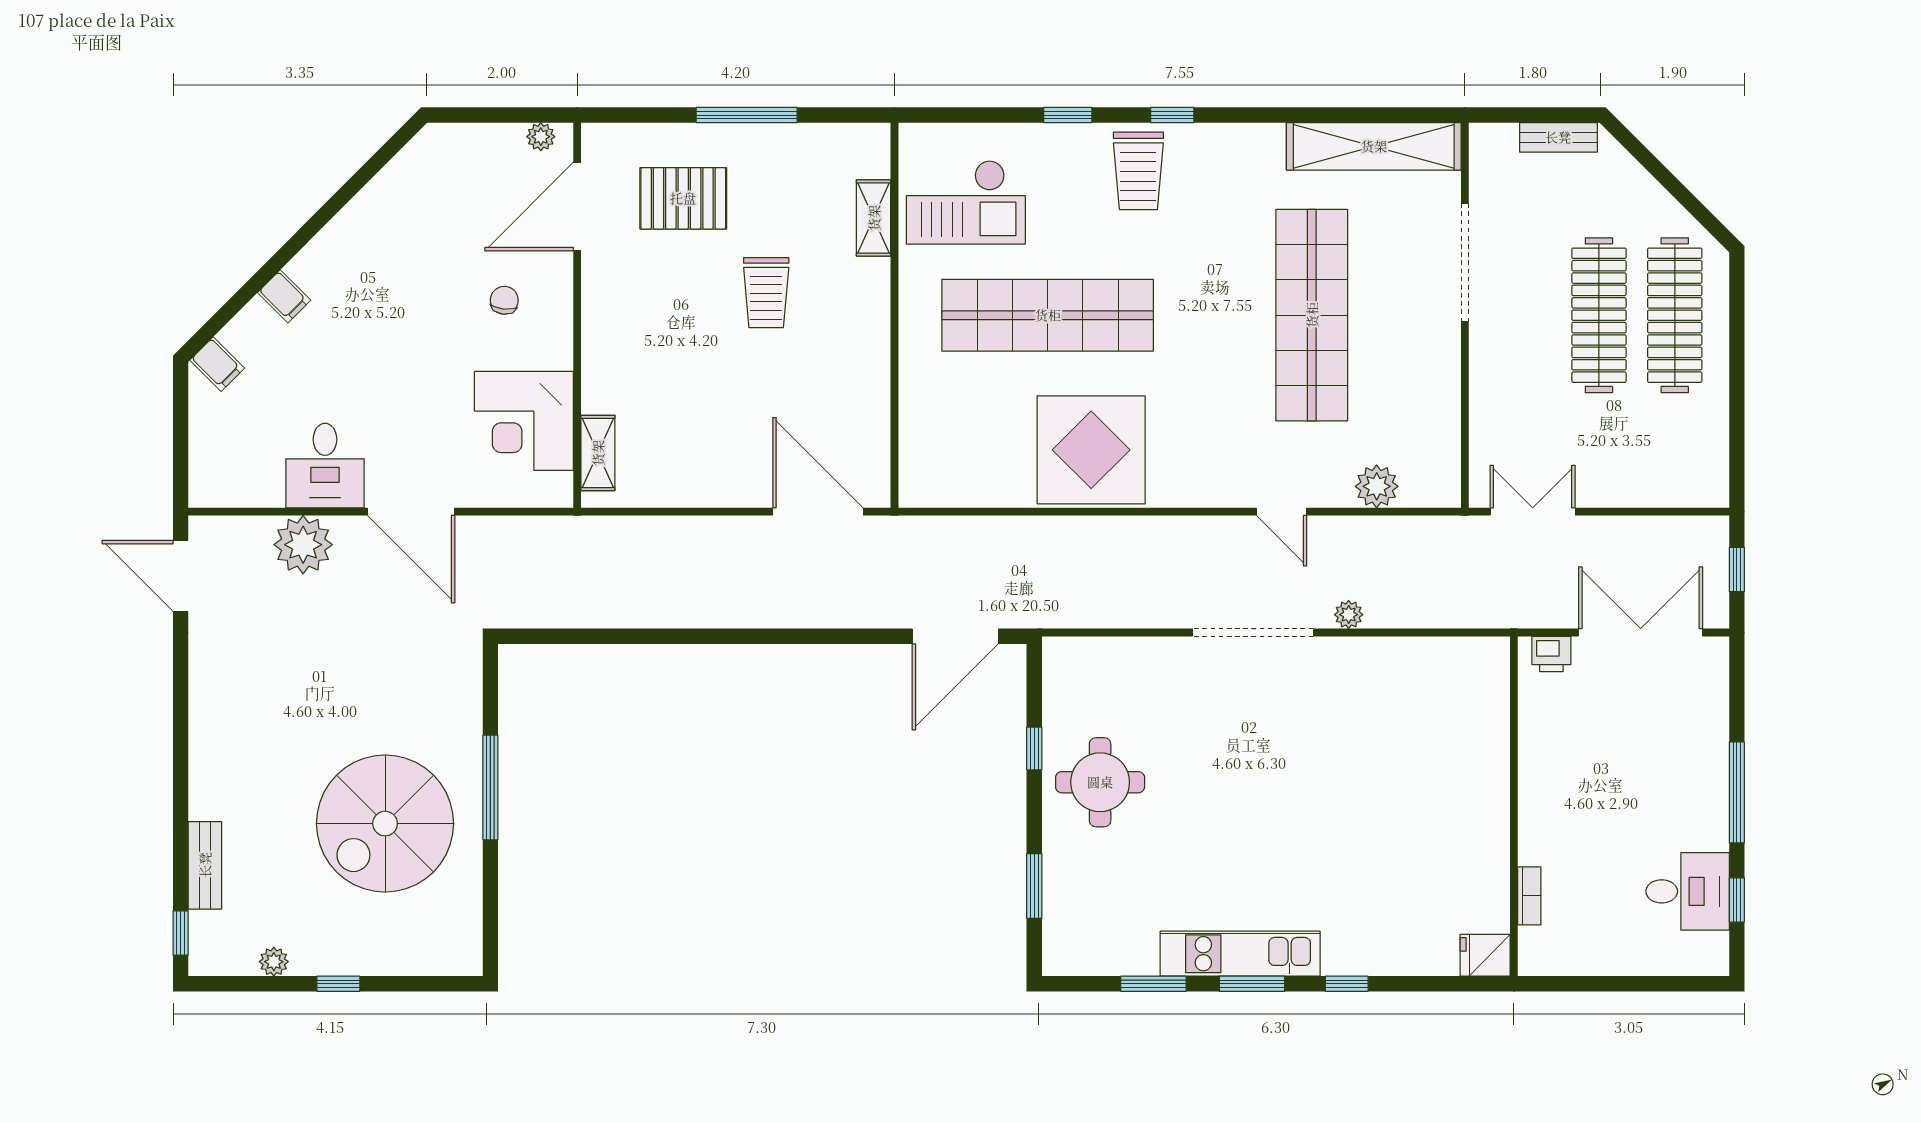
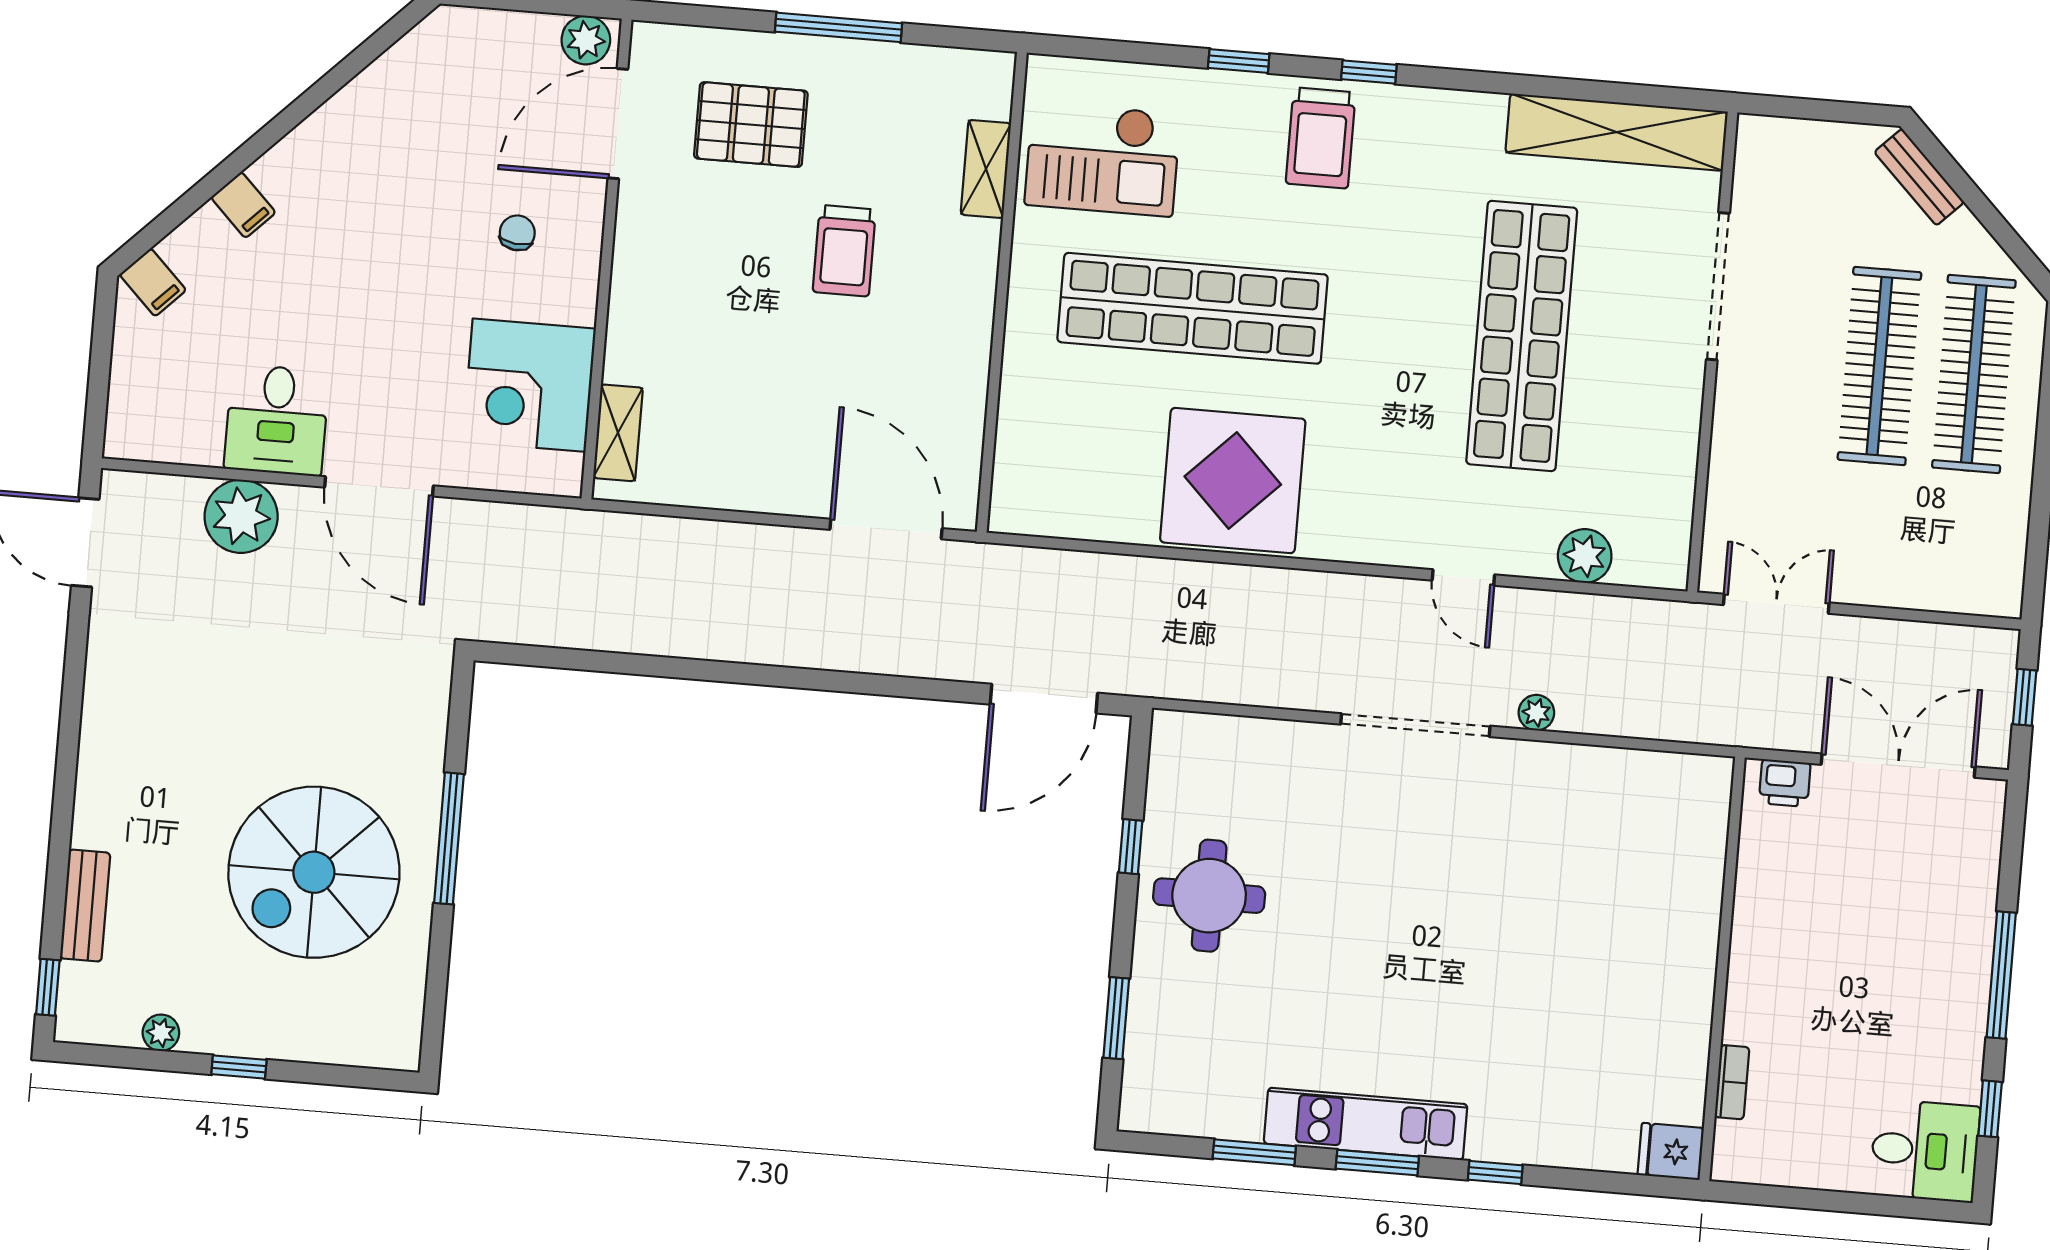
plant: (541, 137) -> (586, 40), width x1.38, depth x1.38
bench: (1558, 137) -> (1919, 177), moved, turned 45
desk: (1688, 891) -> (1925, 1151), moved

